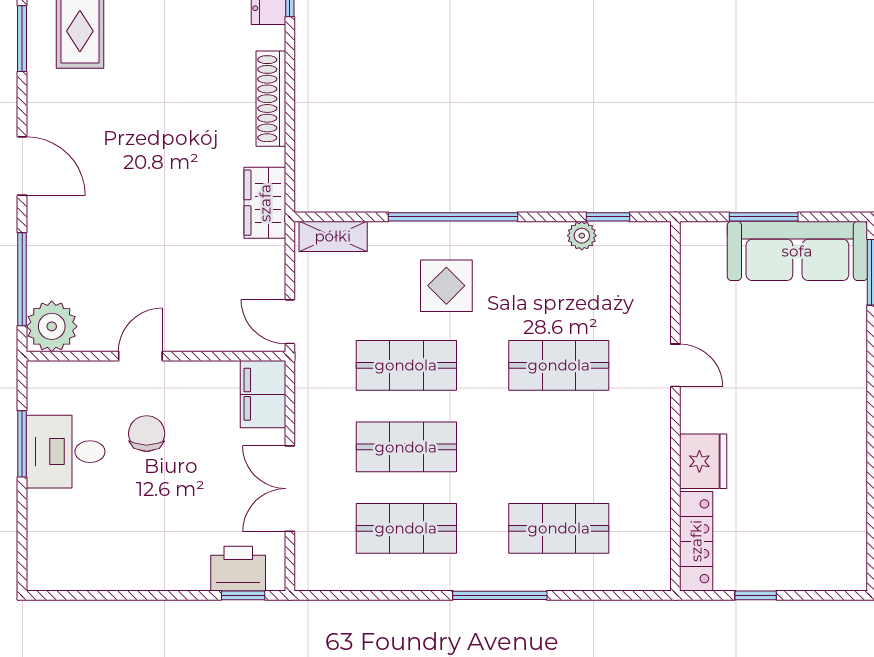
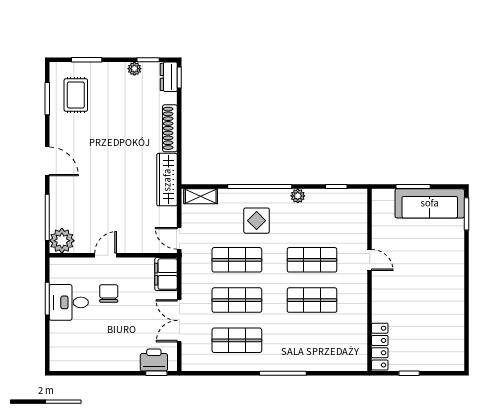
wardrobe: (265, 203) -> (167, 180), width x1.50
plant: (582, 236) -> (298, 196), moved
fridge: (703, 461) -> (383, 307), removed
shop shelf: (559, 528) -> (312, 300), moved

